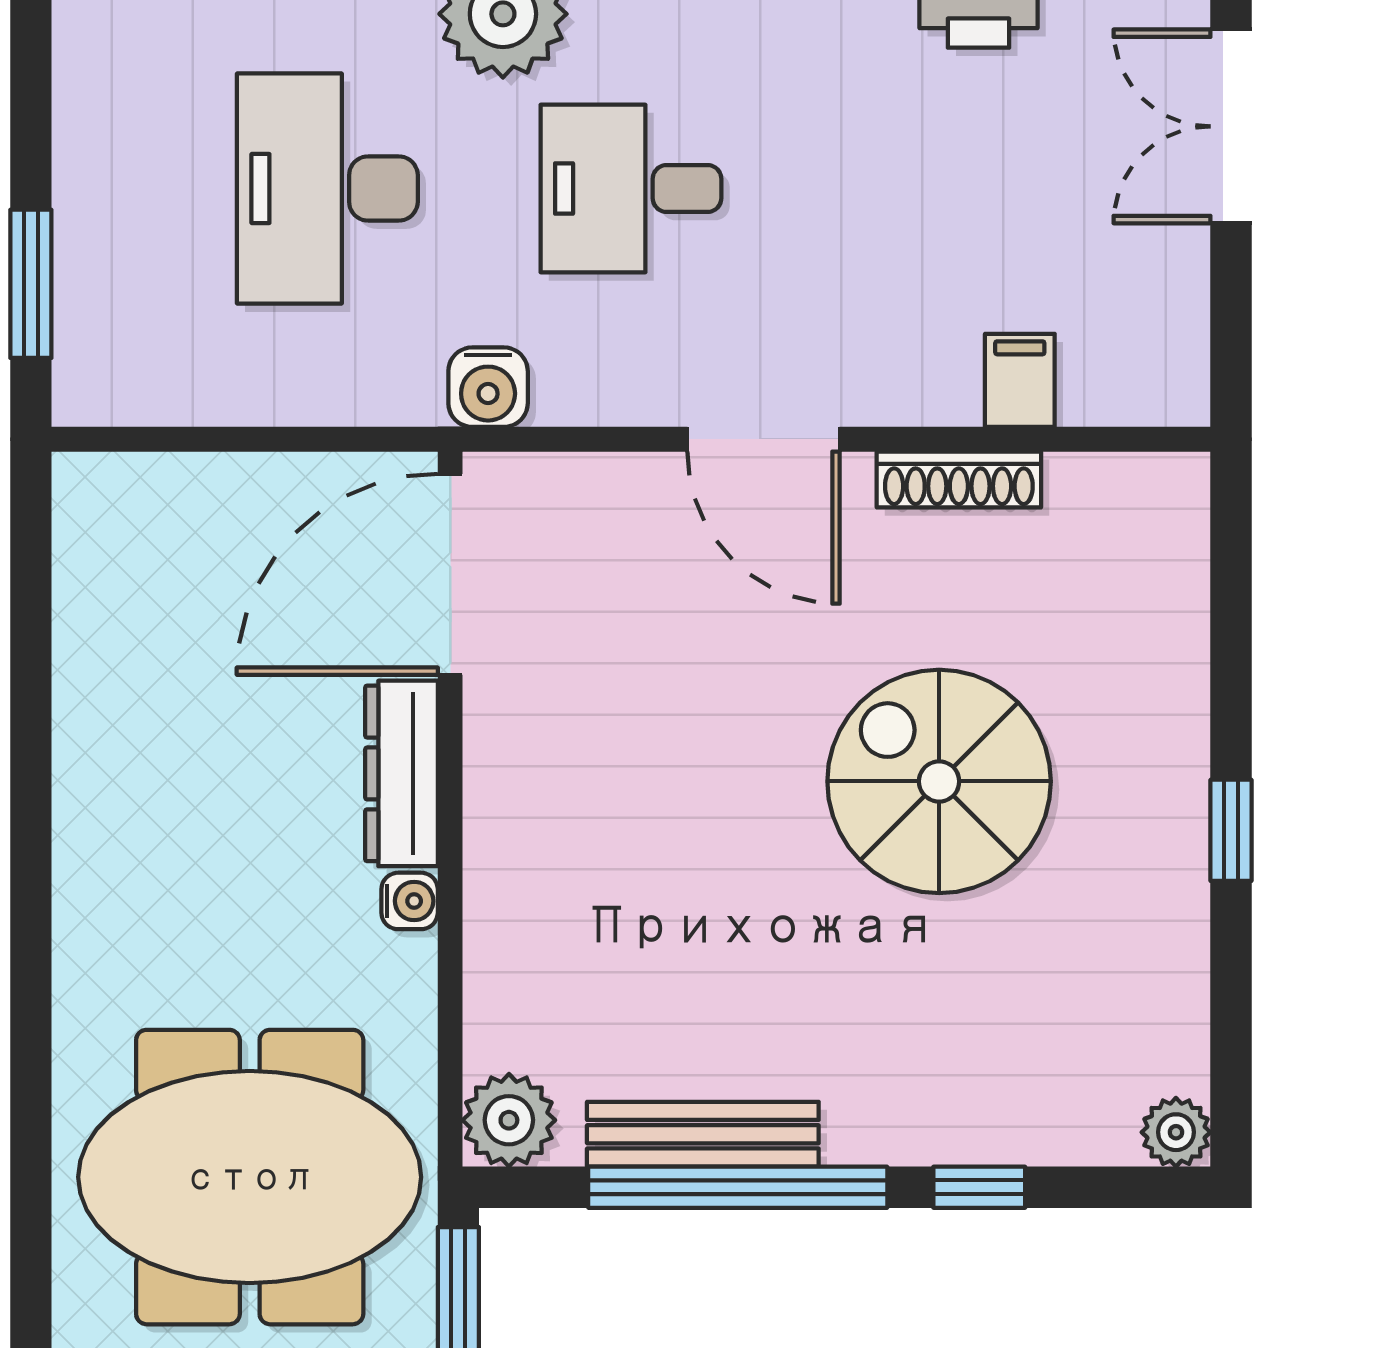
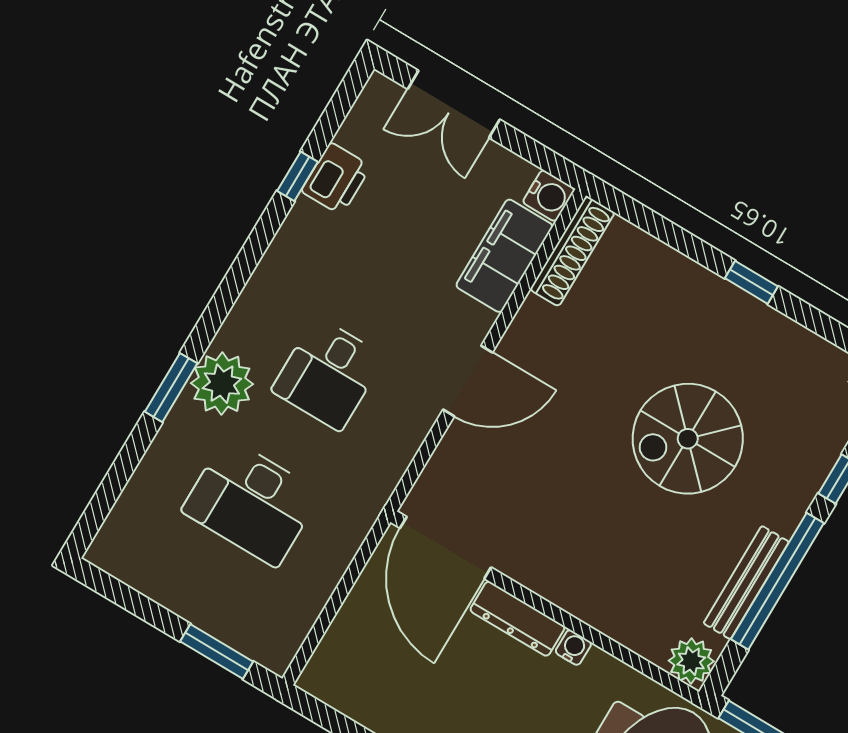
filing cabinet: (1020, 380) -> (504, 256), width x3.00, depth x1.17
water cooler: (488, 387) -> (549, 196), moved
shoe rack: (959, 479) -> (572, 251), moved, width x1.36, depth x1.24
spiral stairs: (939, 781) -> (688, 439), moved

